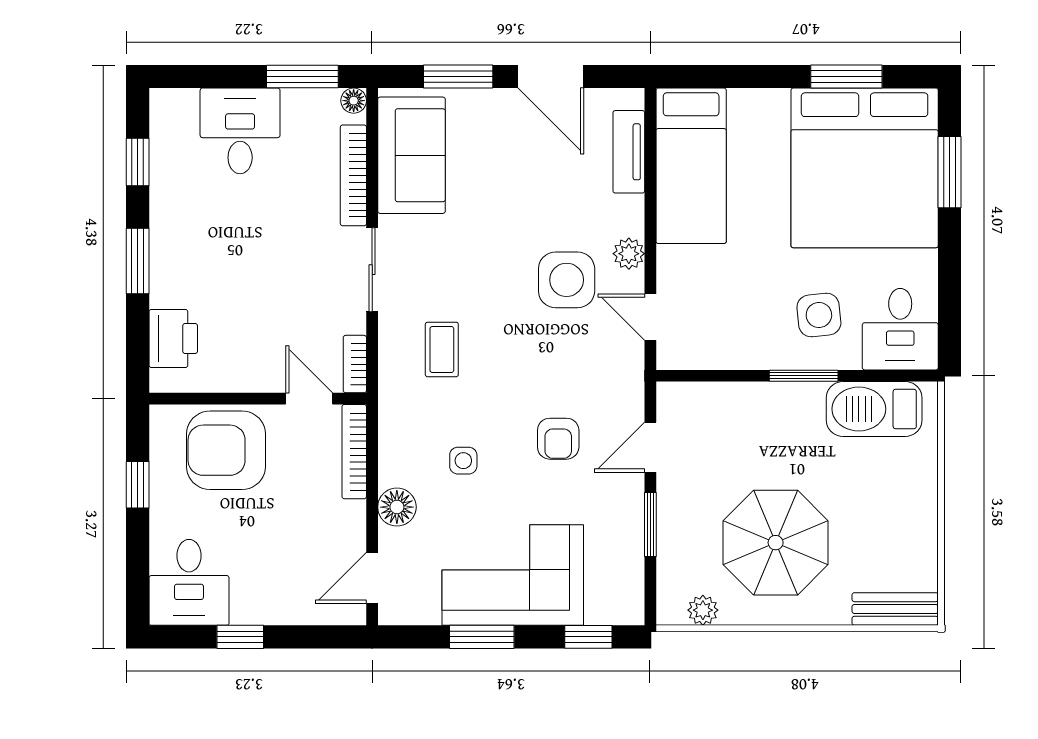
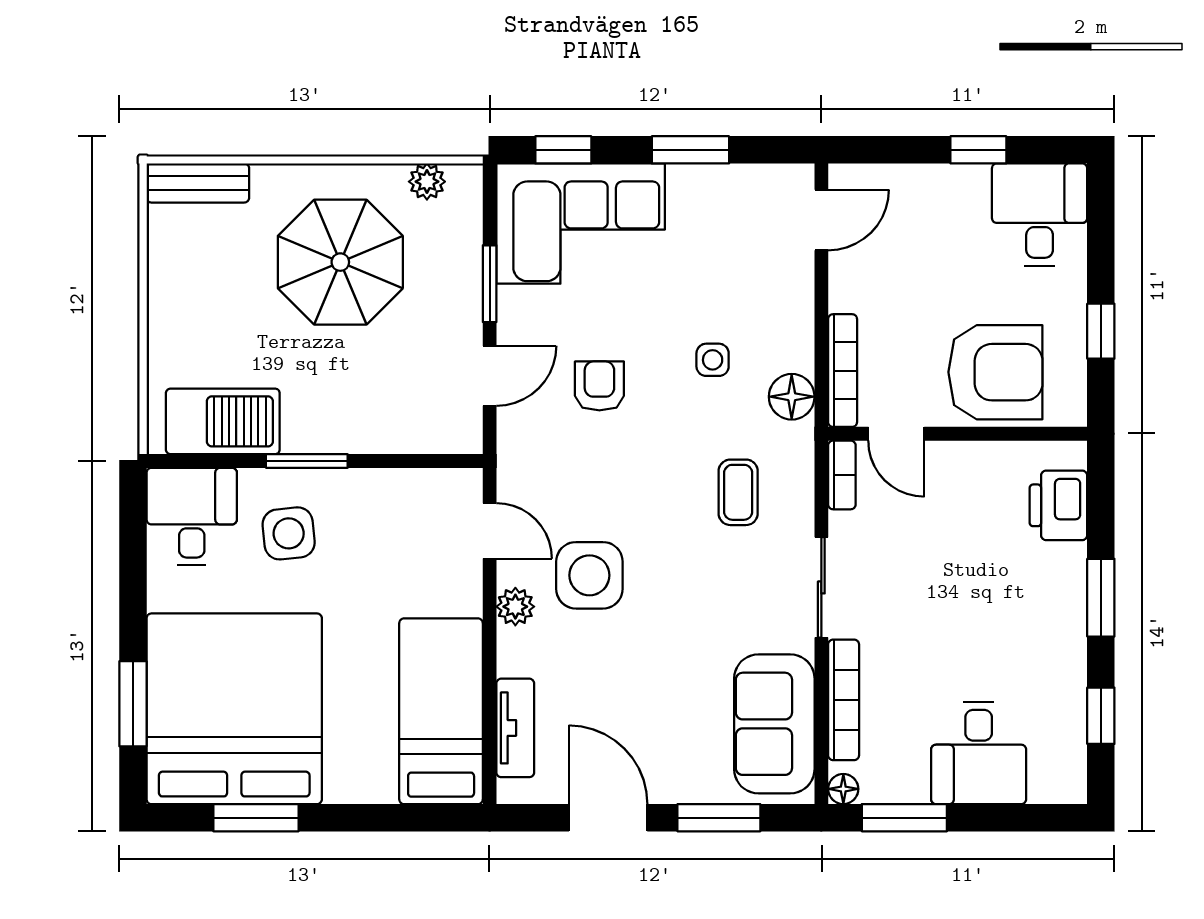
floor lamp: (397, 507) -> (792, 397), moved
corner sofa: (513, 575) -> (581, 224), moved

